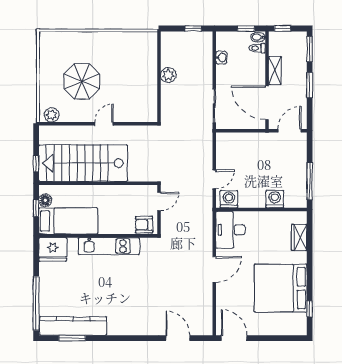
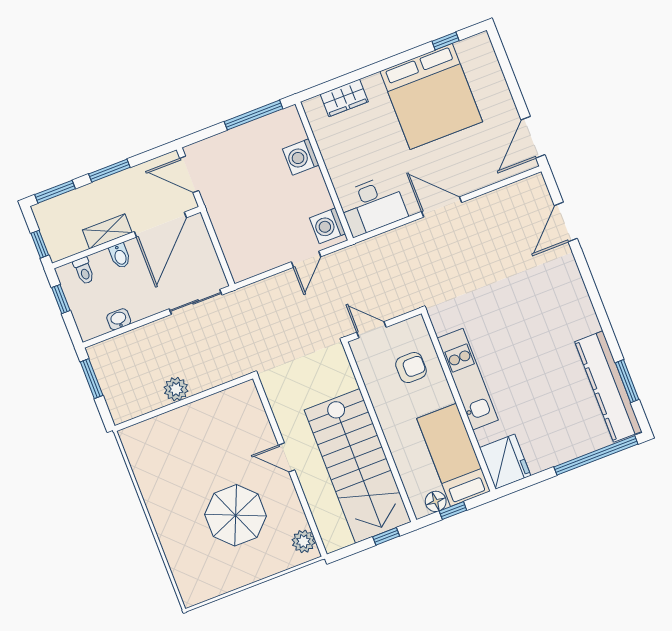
window: (193, 29) -> (92, 379), width x1.50
bidet: (258, 37) -> (120, 256), moved
door: (214, 179) -> (306, 259), swing flipped
armchair: (144, 225) -> (411, 368), moved, turned -90

